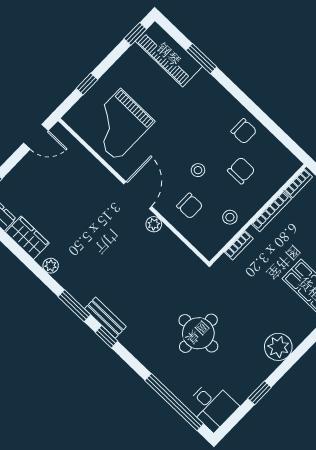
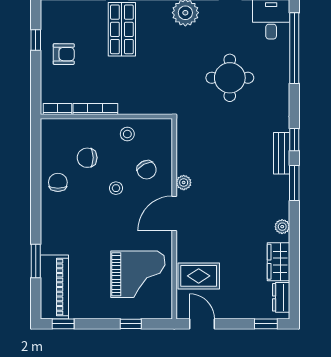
rug: (74, 169) -> (199, 276), added
chair: (190, 206) -> (147, 170), turned 152
bookcase: (239, 245) -> (141, 109), removed

